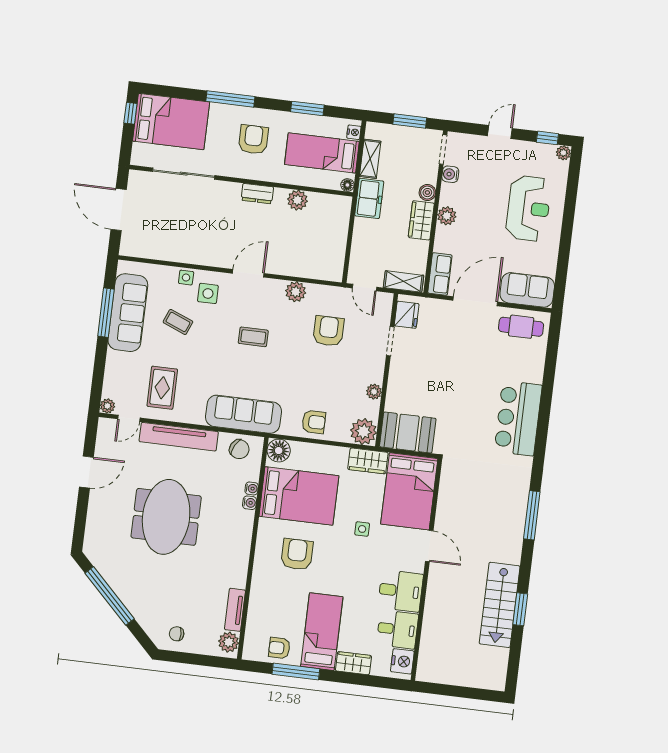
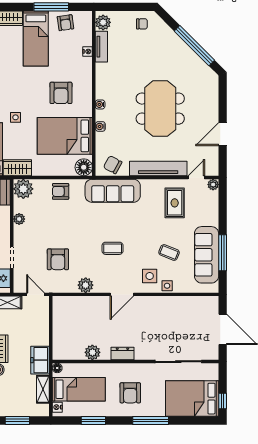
water cooler: (252, 488) -> (100, 104), moved
nightstand: (254, 606) -> (88, 51), added
armchair: (279, 648) -> (65, 23), turned 82

